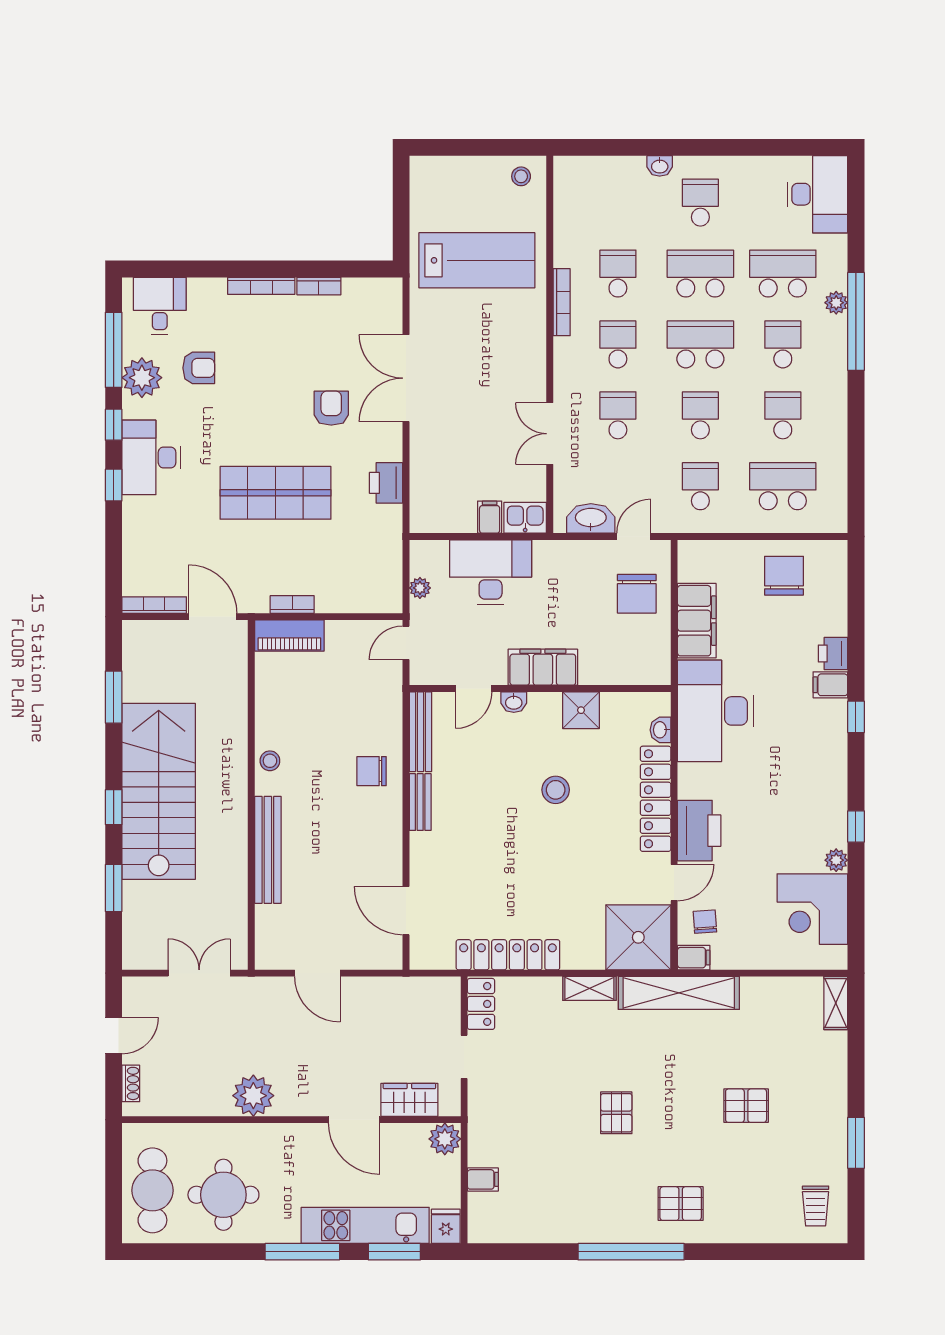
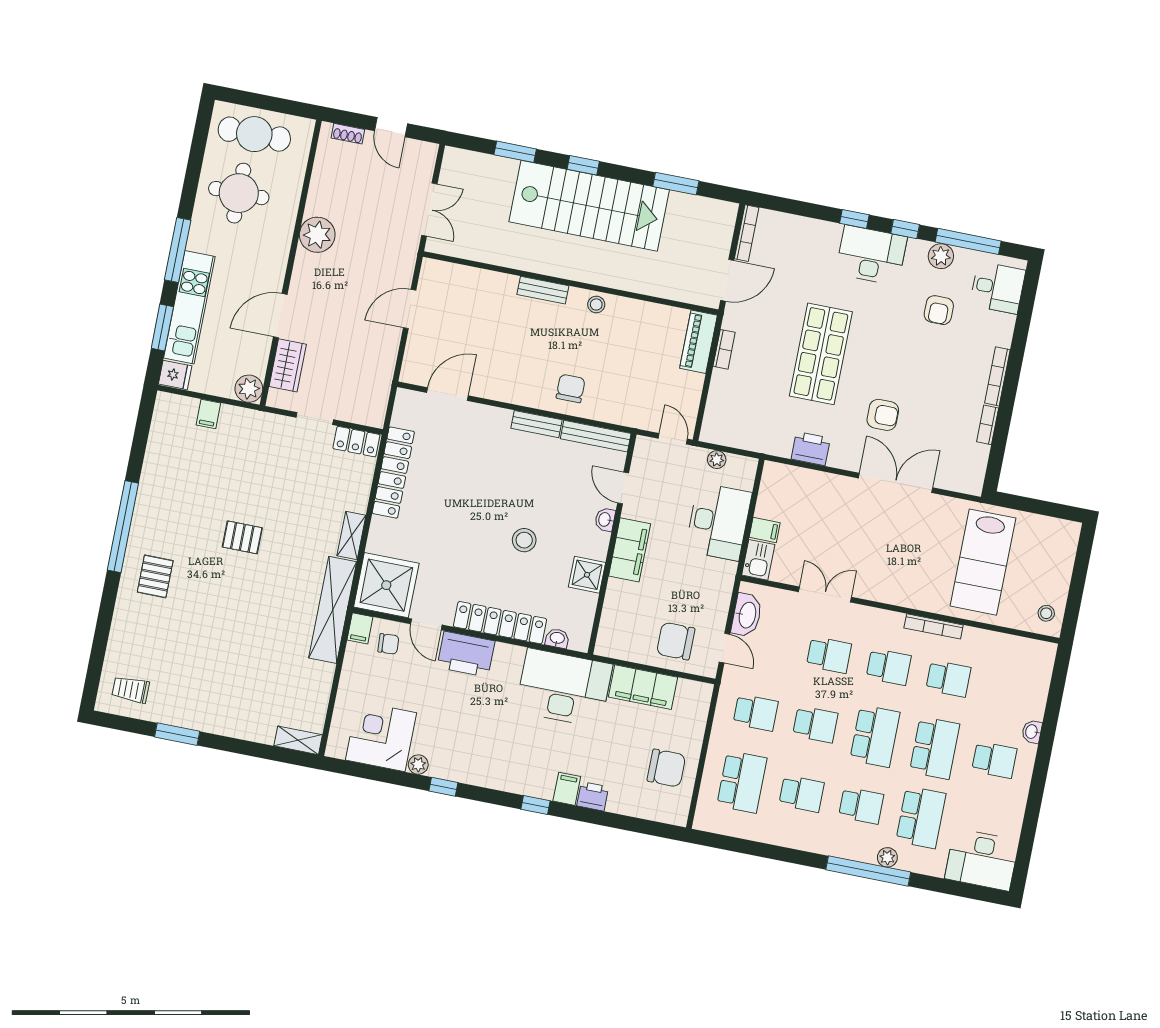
plant: (142, 378) -> (941, 256), width x0.73, depth x0.73
bench: (268, 850) -> (543, 290), width x0.54, depth x0.82
pallet: (746, 1106) -> (227, 648), removed

